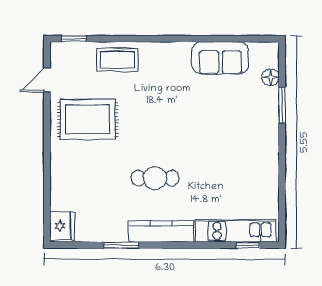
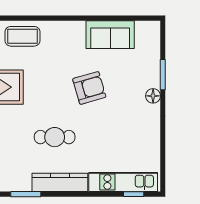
floor lamp: (271, 77) -> (153, 96), moved
armchair: (196, 120) -> (89, 88), added

